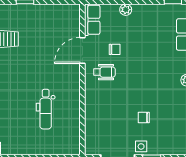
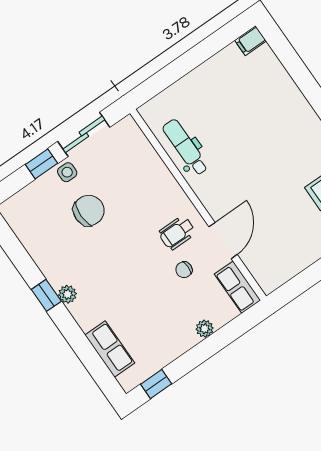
dental chair: (46, 109) -> (185, 147), moved
chair: (144, 118) -> (89, 210), width x1.87, depth x1.87

